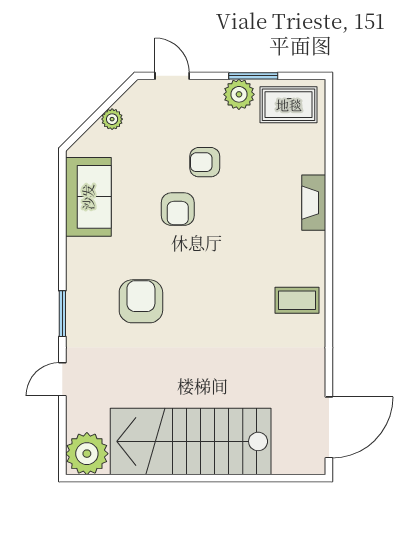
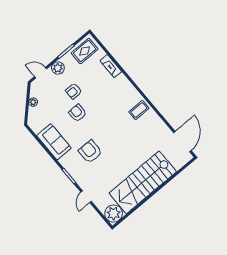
plant: (239, 94) -> (58, 68), moved
sofa: (88, 197) -> (54, 142), moved
fireplace: (314, 203) -> (111, 66), moved
armchair: (178, 209) -> (77, 113), turned 180

